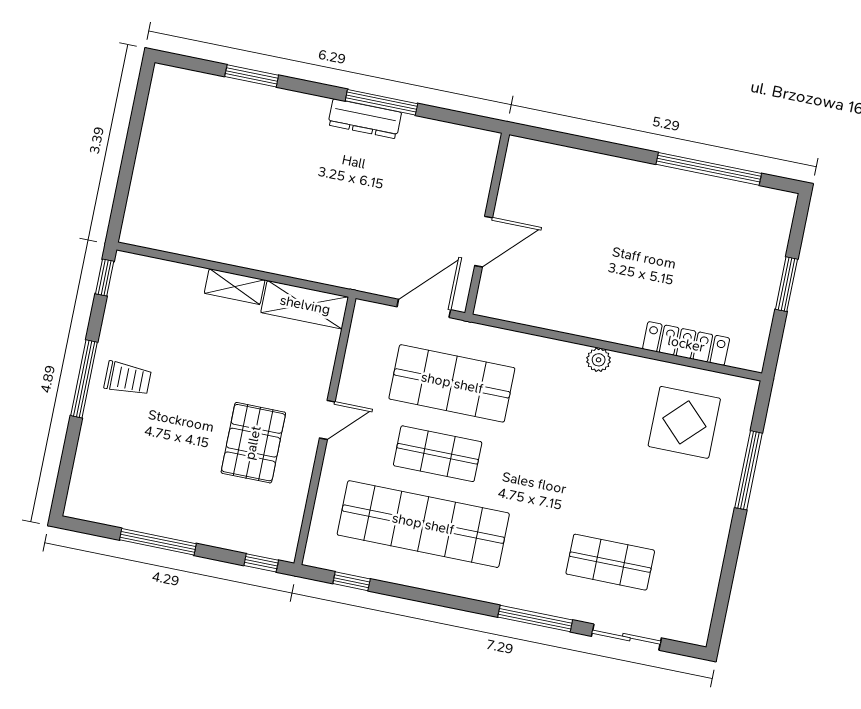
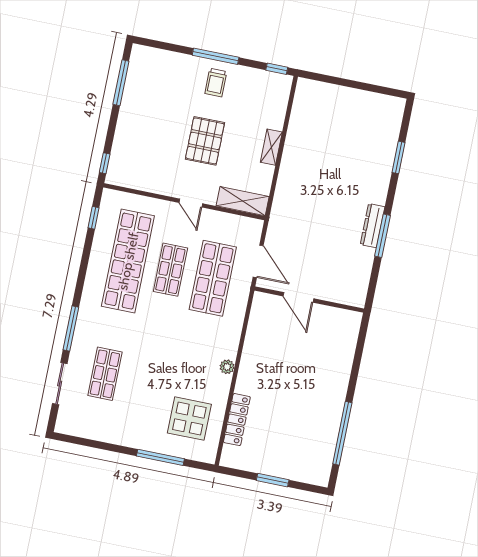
shelving: (305, 305) -> (243, 201), moved, turned 90
pallet: (253, 443) -> (205, 141), moved, turned 90
window: (158, 542) -> (121, 83), moved

